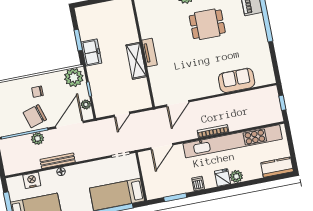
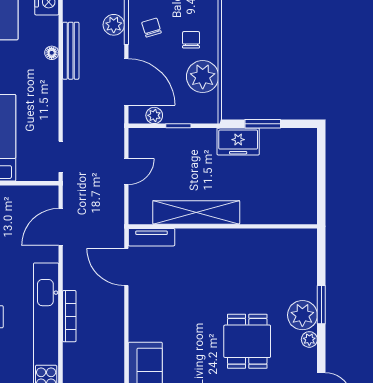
tv unit: (150, 52) -> (151, 237), moved
shelving: (136, 61) -> (196, 212), width x1.47
plant: (74, 77) -> (203, 77), moved
door: (122, 114) -> (126, 172), swing flipped
chair: (35, 116) -> (151, 28), width x0.54, depth x0.54
door: (162, 146) -> (61, 227), hinge flipped

